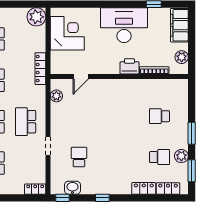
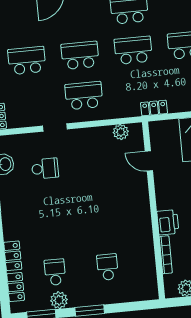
locker: (40, 69) -> (154, 108), width x0.66
school desk: (159, 157) -> (55, 272), turned 180

